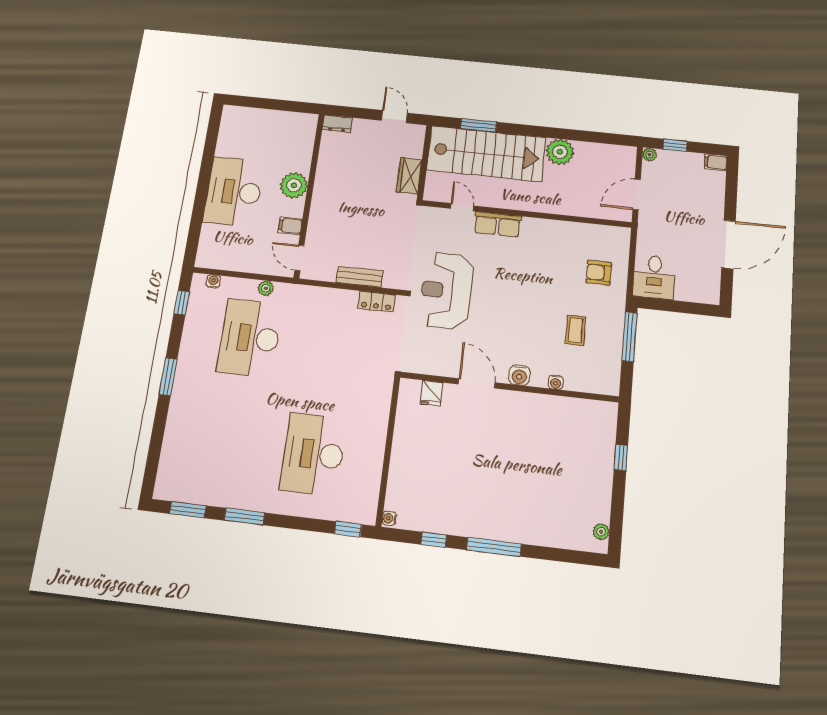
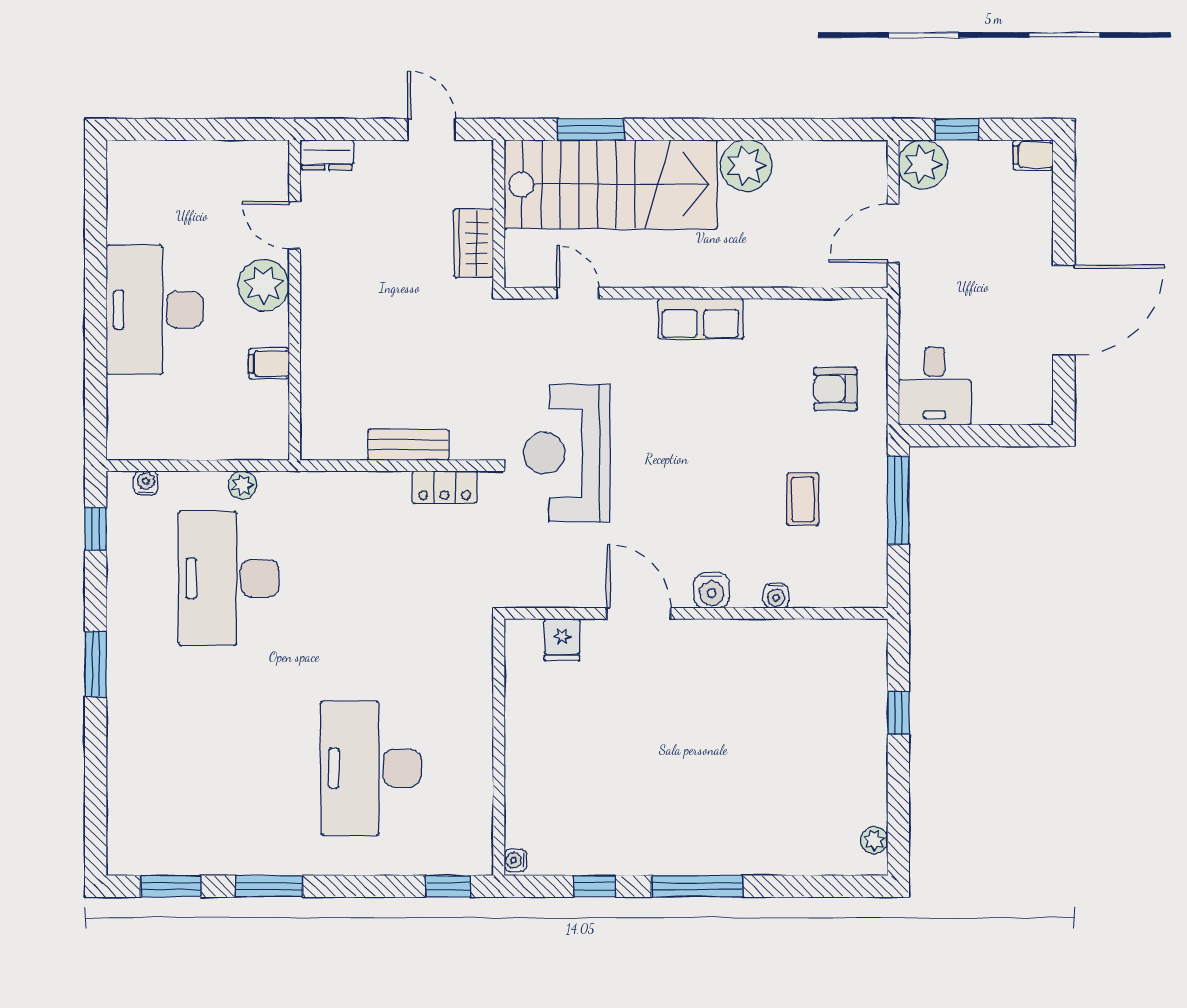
plant: (650, 155) -> (923, 164), width x1.88, depth x1.88
row of seats: (498, 224) -> (701, 319), moved
door: (299, 258) -> (295, 225), moved

